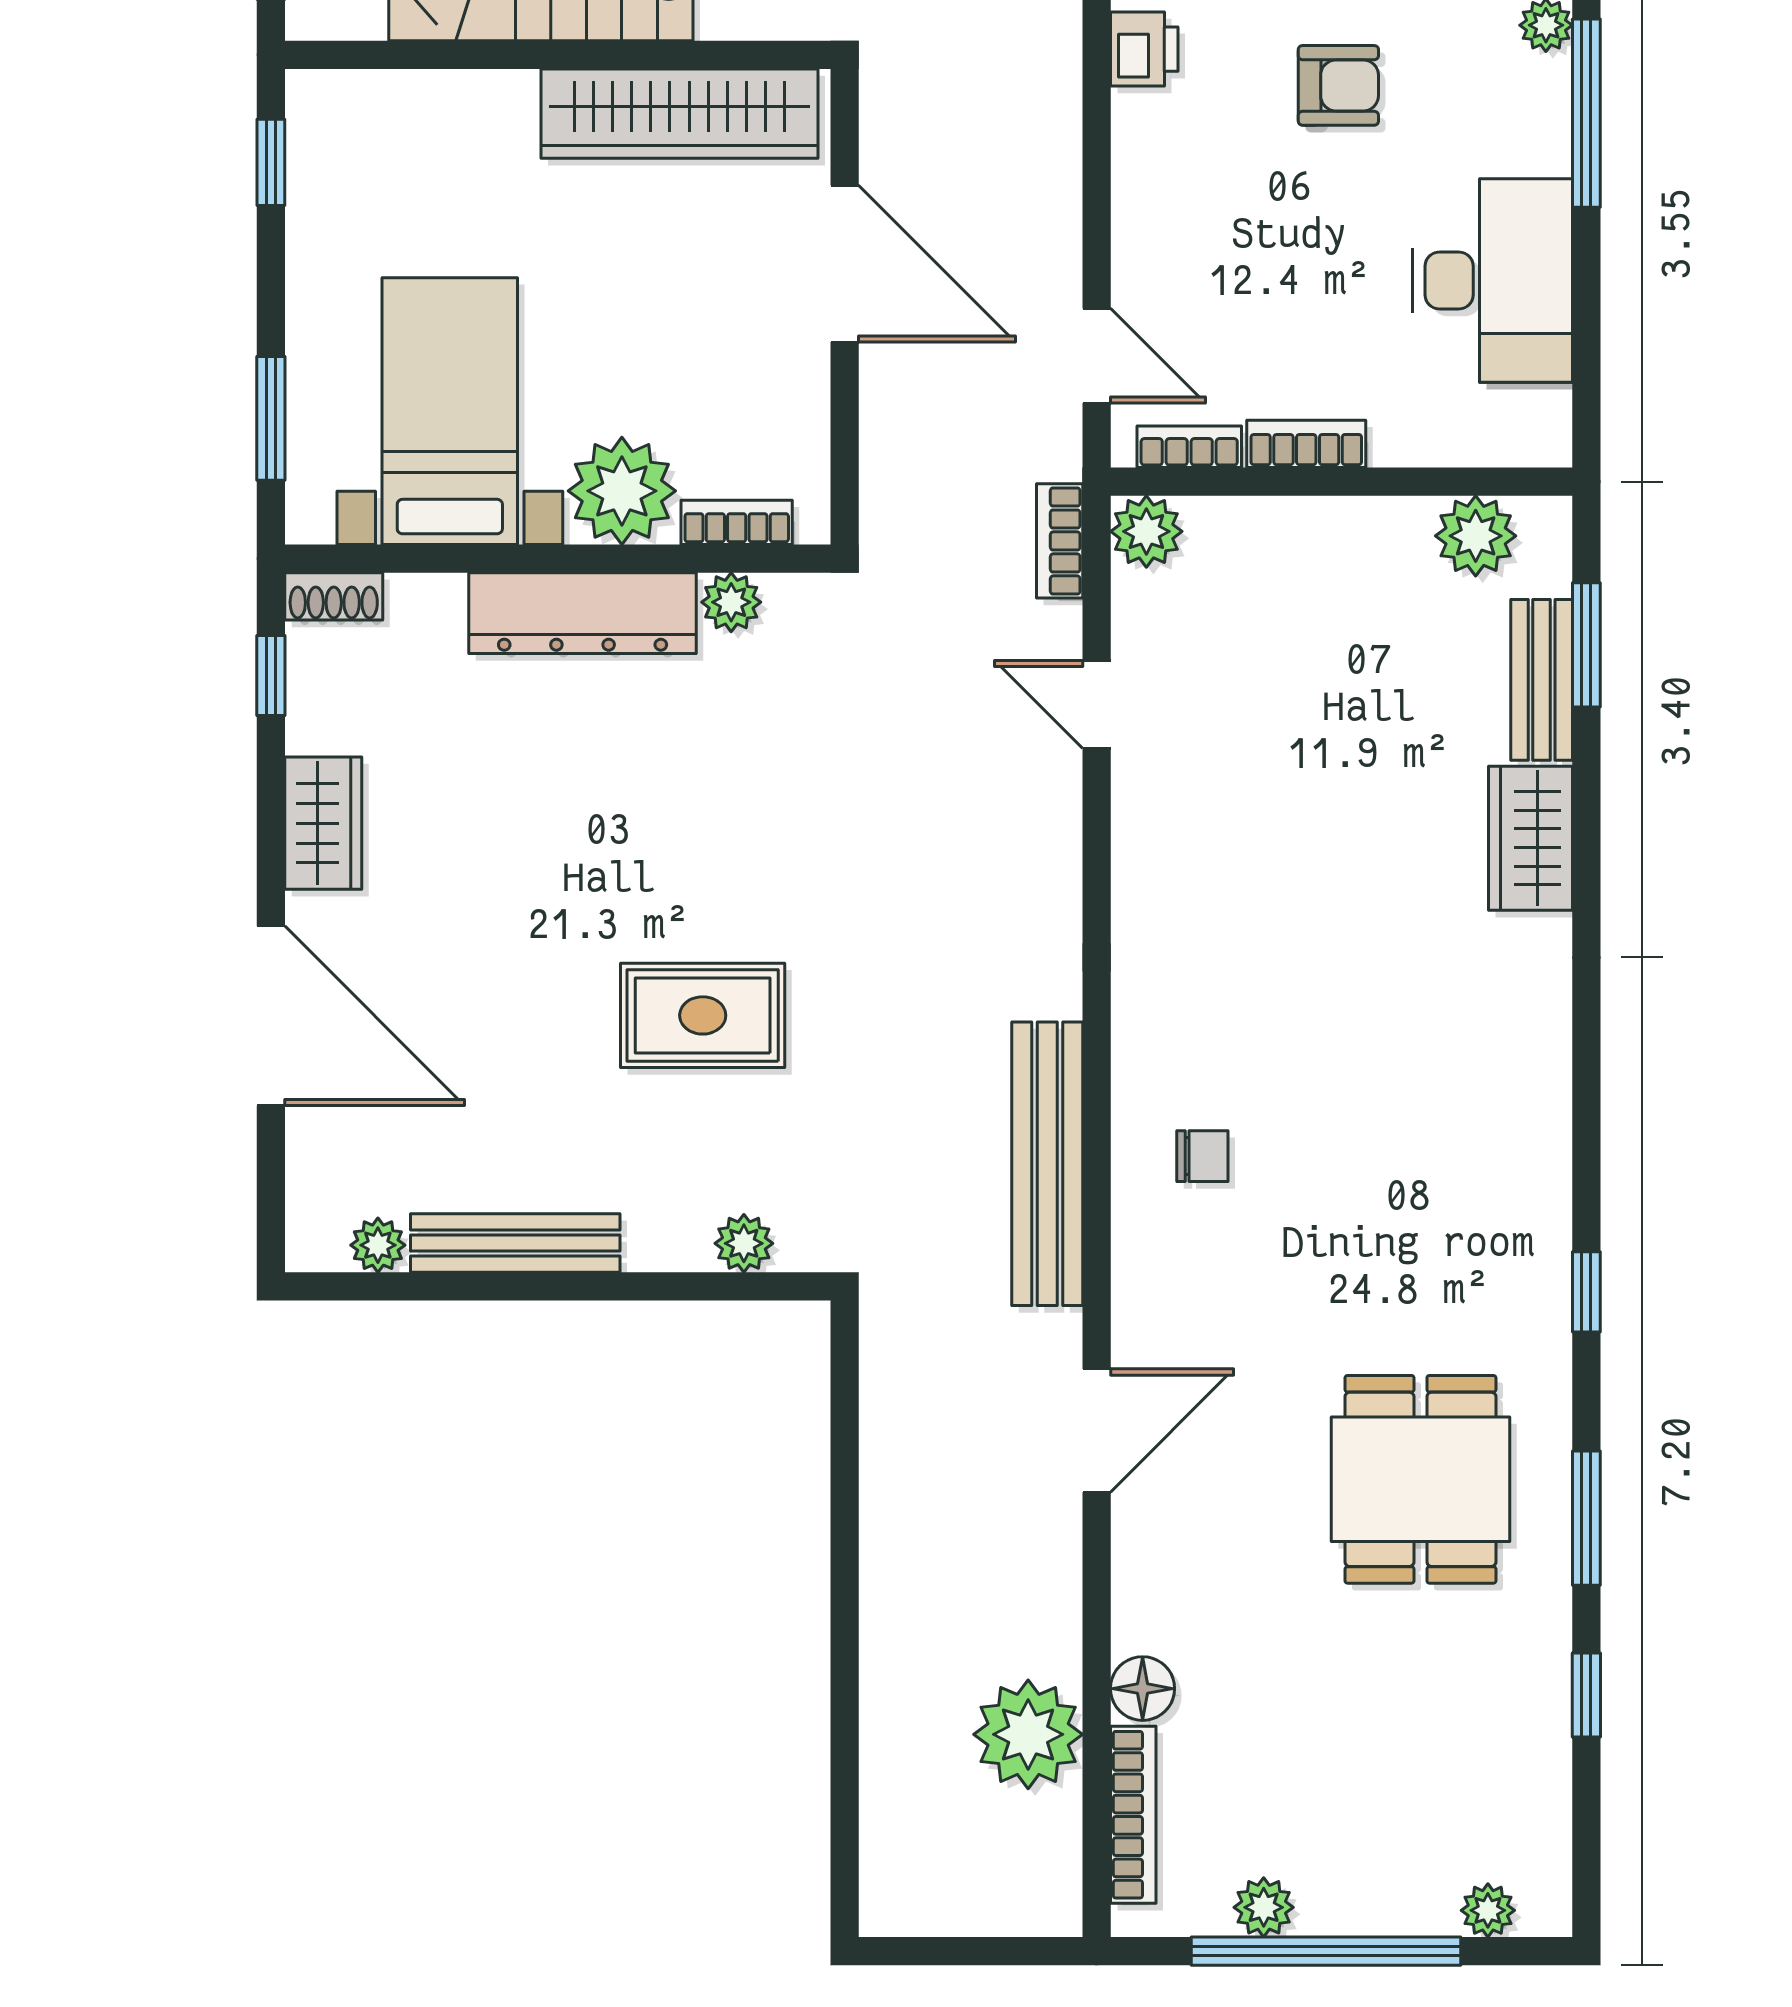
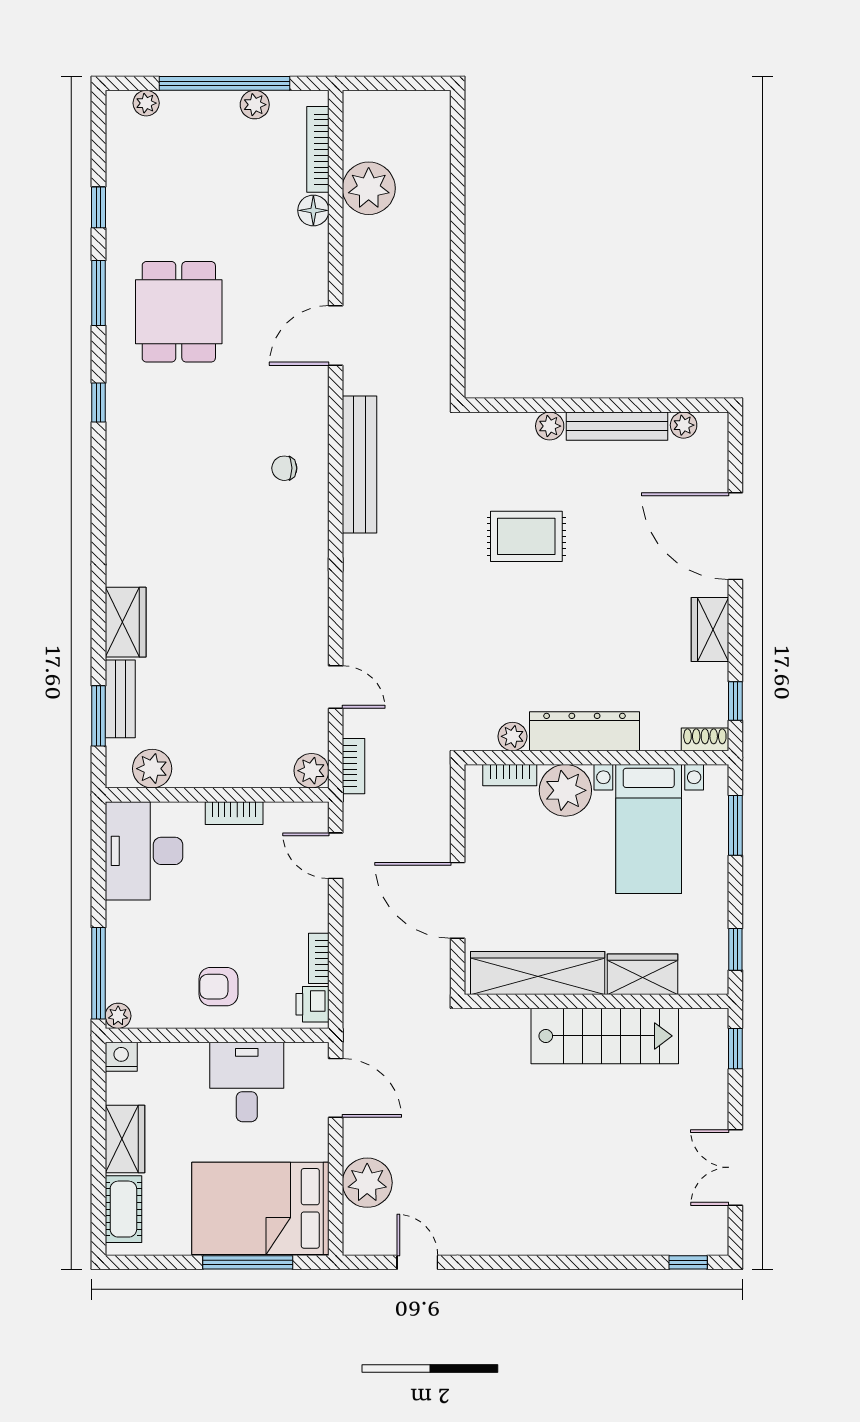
wardrobe: (463, 111) -> (643, 974), added
desk: (1492, 281) -> (144, 851), moved
bookcase: (1189, 447) -> (319, 958), moved, turned 90
plant: (744, 1243) -> (550, 426), moved

